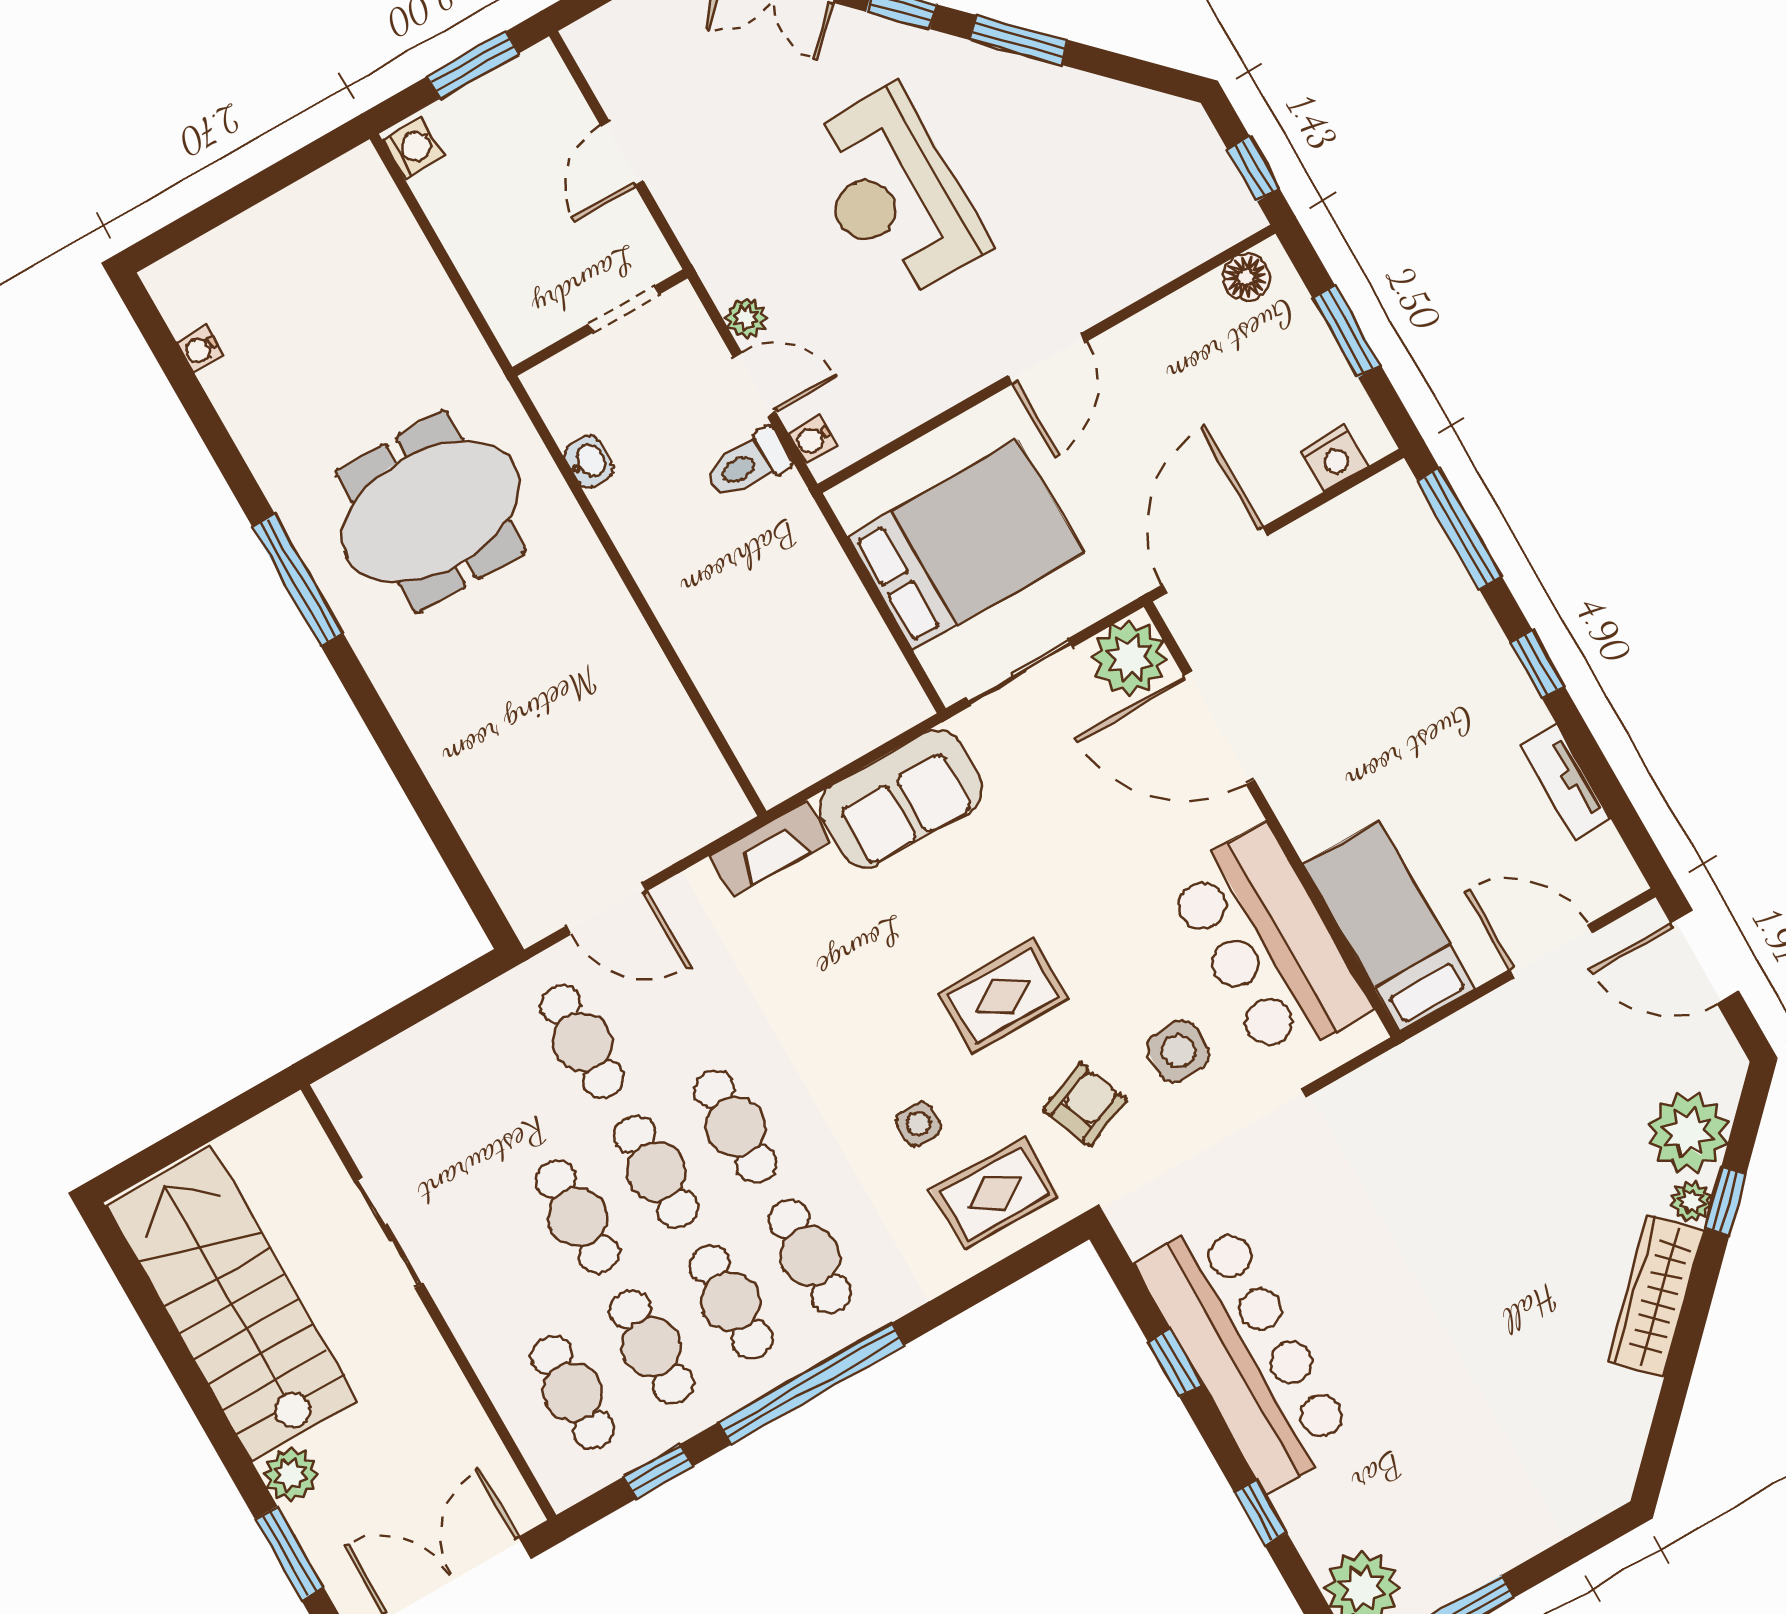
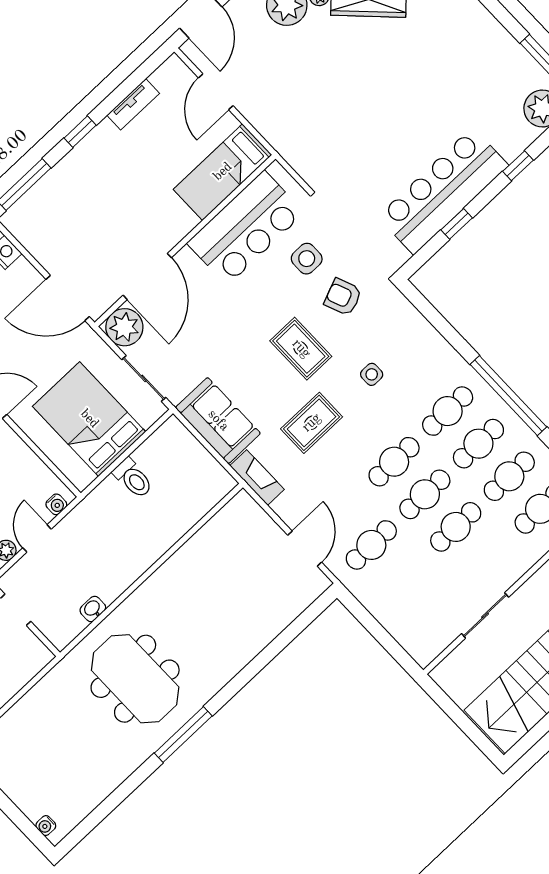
water cooler: (200, 349) -> (46, 826), moved, turned 90
toilet: (748, 464) -> (133, 478), moved
rug: (995, 1193) -> (312, 423), moved, turned 90

